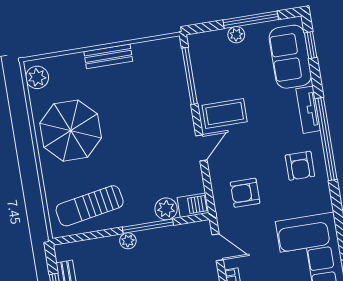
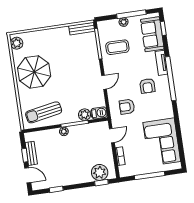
bench: (108, 56) -> (82, 29), moved
coffee table: (225, 113) -> (117, 47), moved
armchair: (300, 166) -> (147, 86), moved
door: (218, 247) -> (112, 136), hinge flipped

